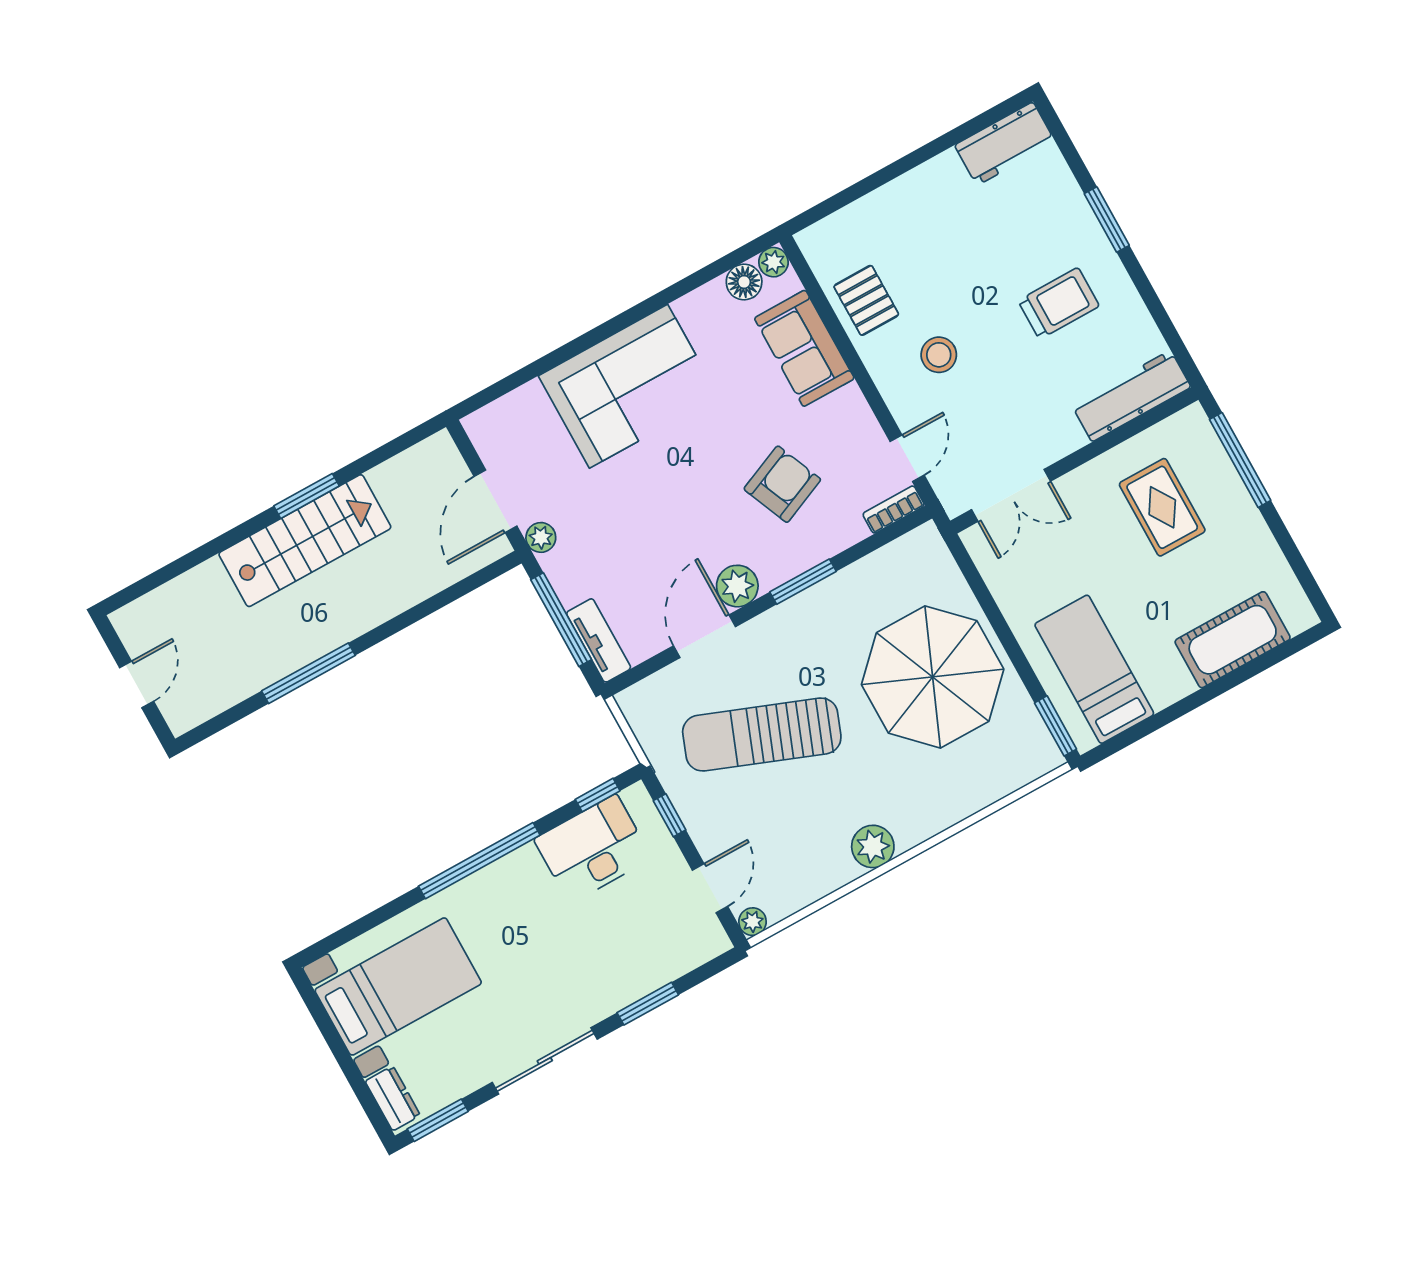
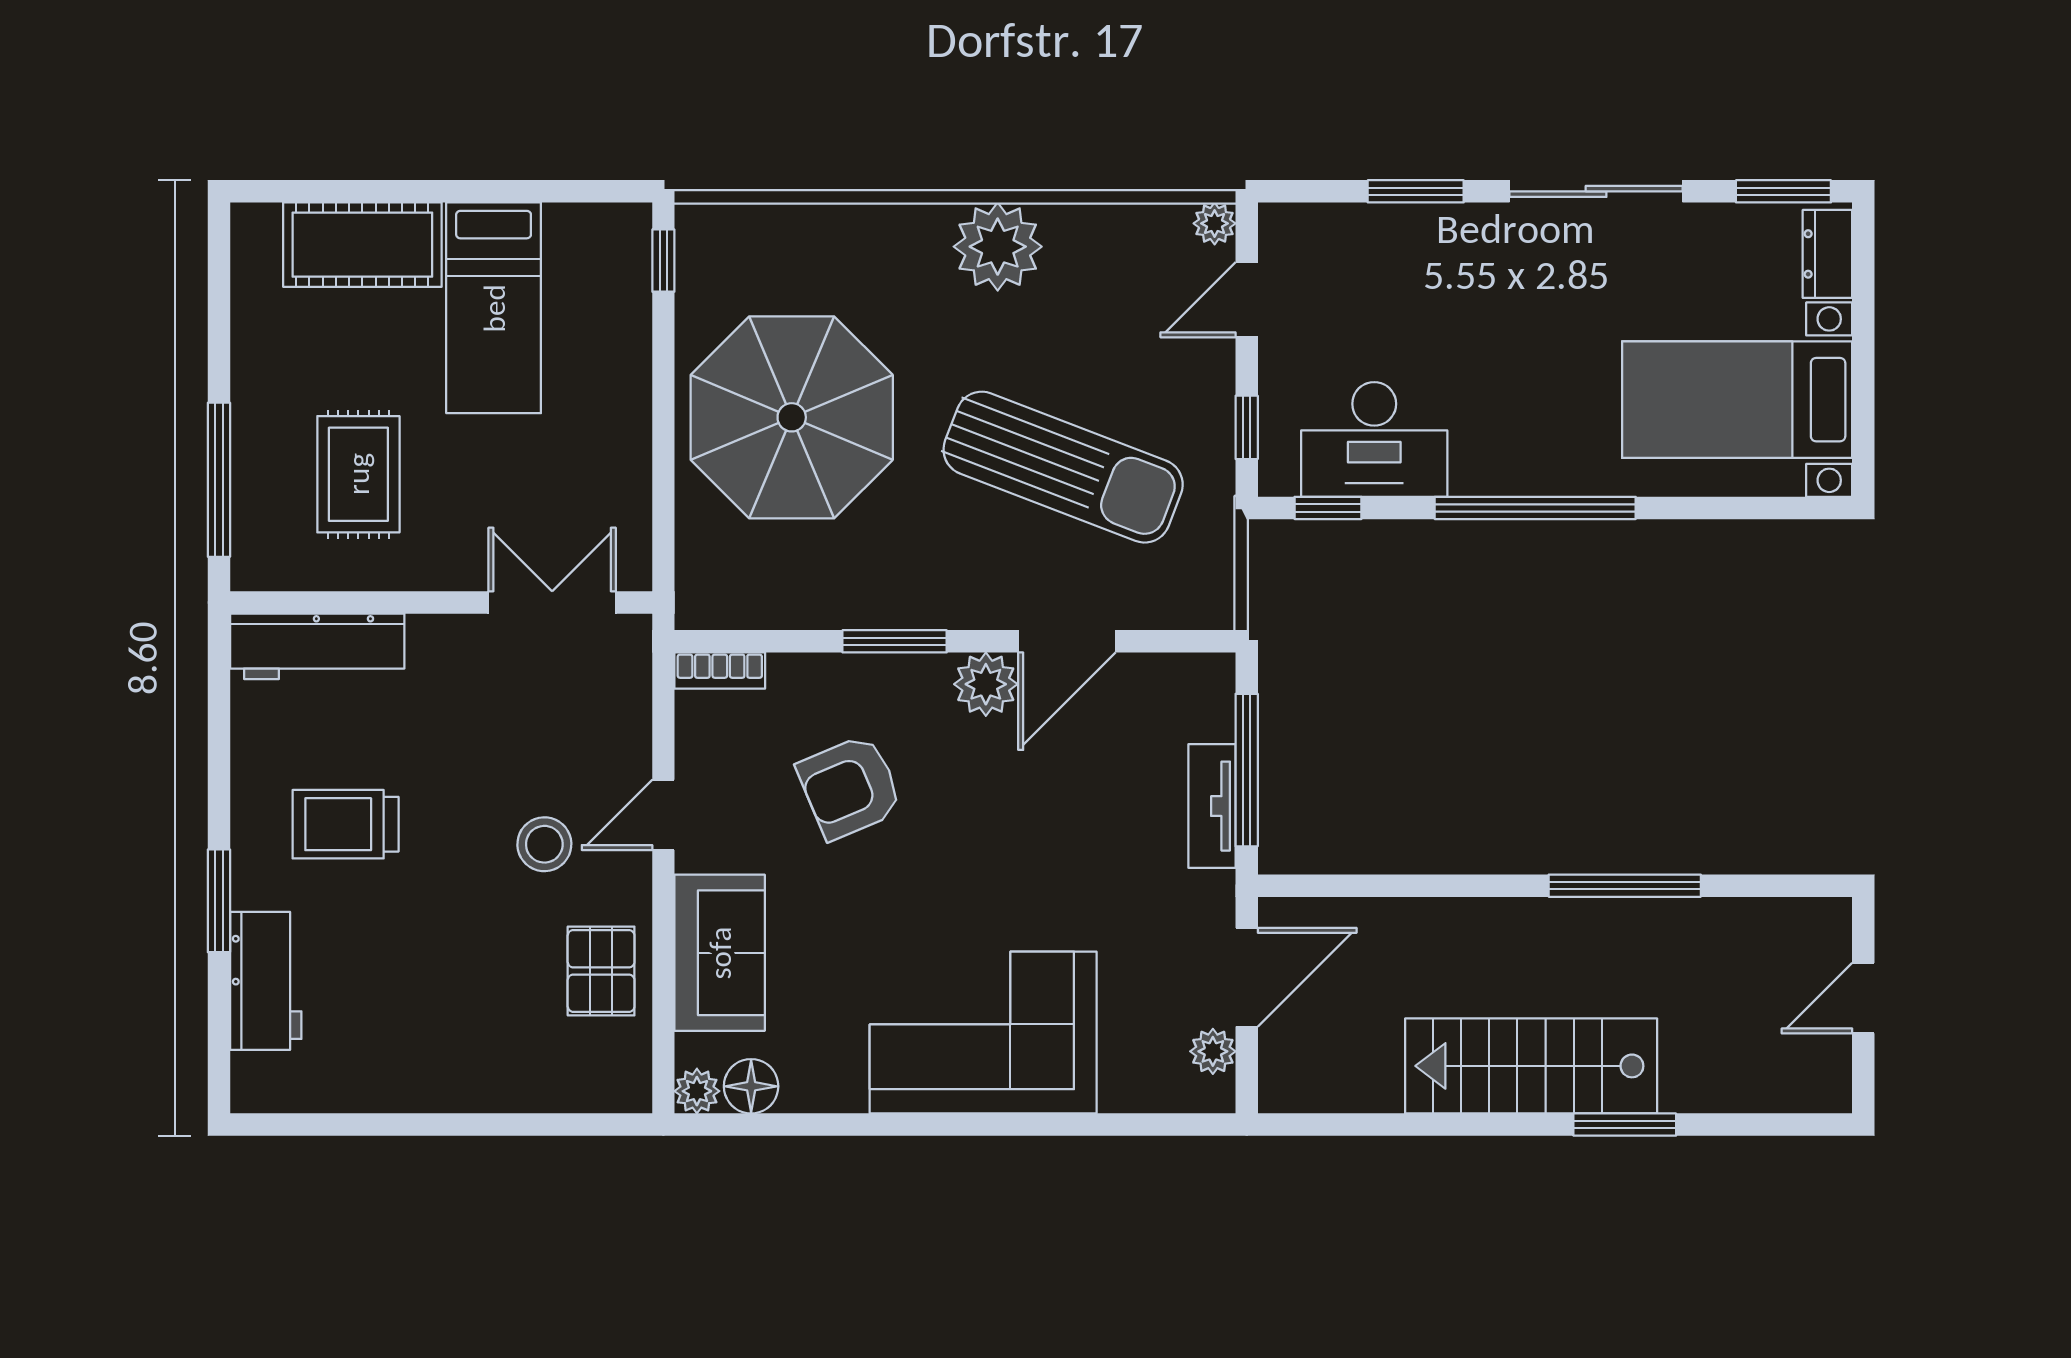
workbench: (1005, 144) -> (266, 981), moved, turned 90
door: (907, 458) -> (663, 815), moved
window: (307, 496) -> (1625, 1125), moved
plant: (541, 537) -> (1213, 1051), moved
tv unit: (599, 640) -> (1212, 806), moved
bed: (1094, 669) -> (494, 308), moved
window: (1056, 726) -> (663, 261), width x0.67
plant: (873, 846) -> (998, 247), width x1.36, depth x1.36

